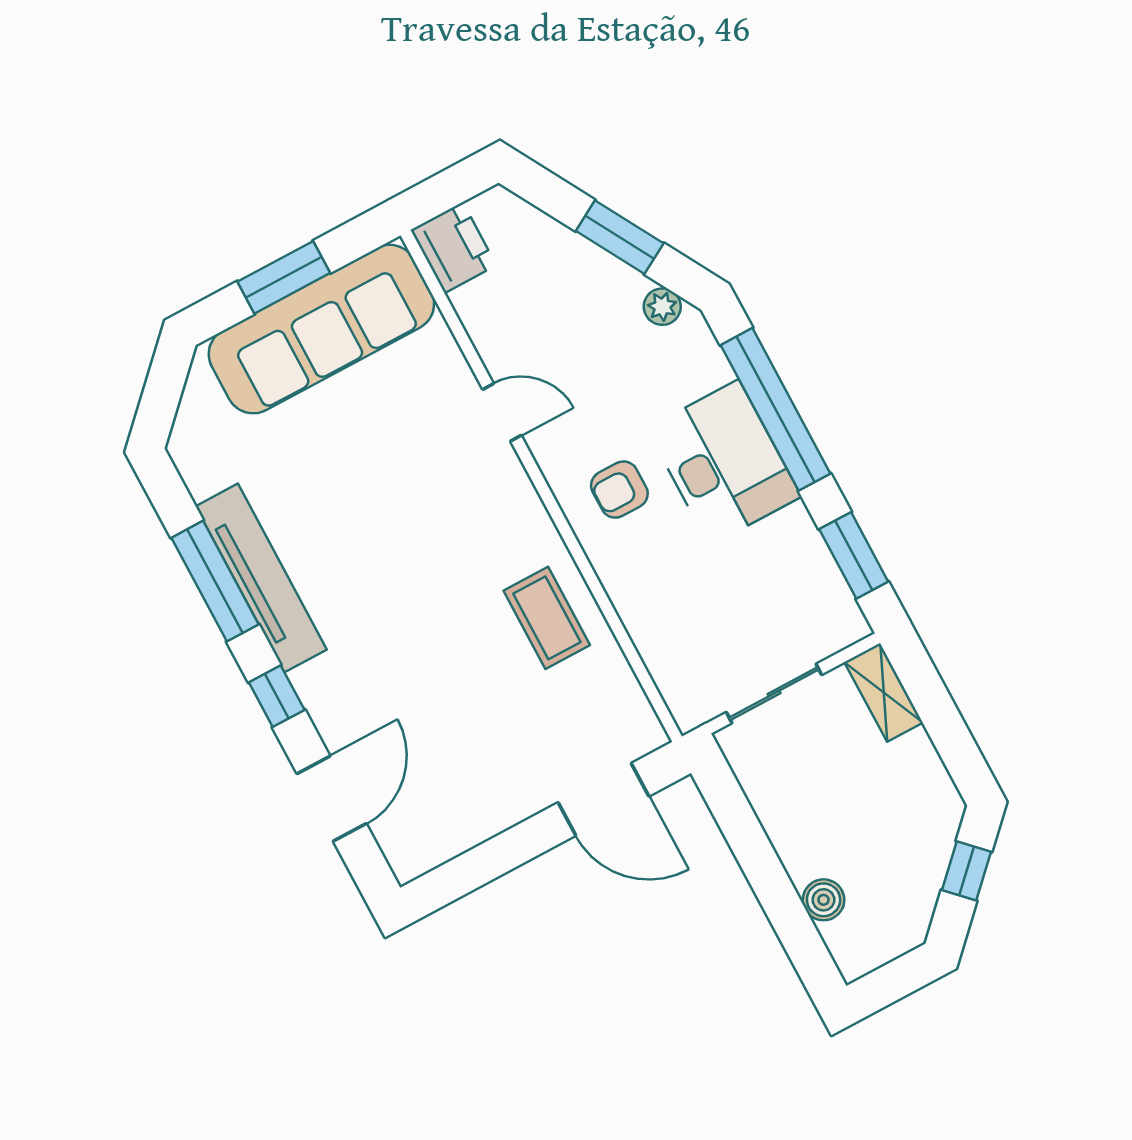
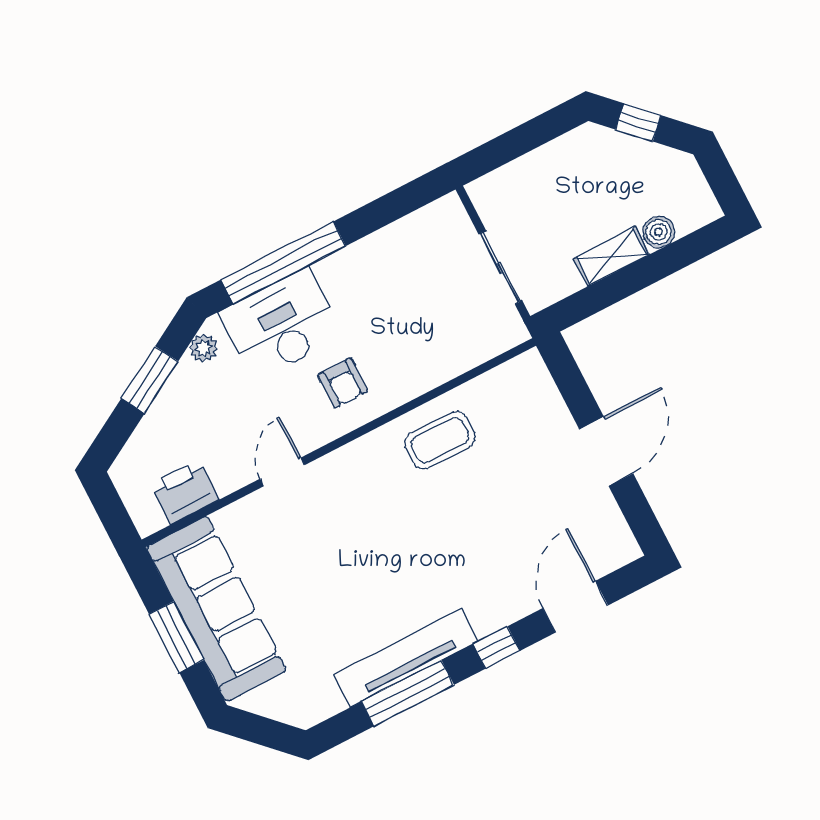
printer: (453, 248) -> (185, 492), moved
desk: (724, 463) -> (281, 324), moved
window: (854, 555) -> (396, 205), removed
shelving: (884, 692) -> (611, 257), moved
door: (332, 799) -> (575, 607), hinge flipped
door: (603, 799) -> (606, 451), moved

